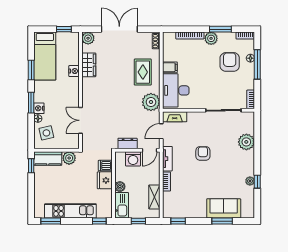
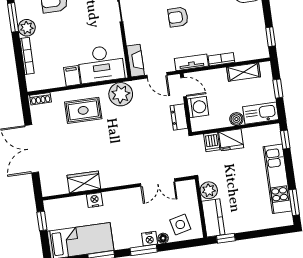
plant: (88, 38) -> (49, 188), removed

